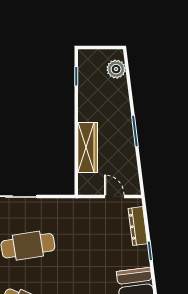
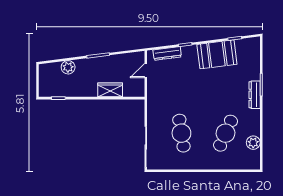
plant: (116, 69) -> (68, 67), moved
wardrobe: (88, 148) -> (110, 90), width x0.67

